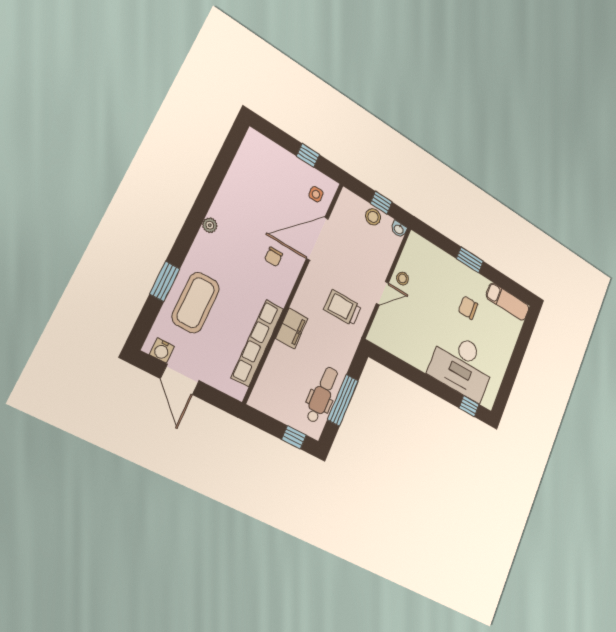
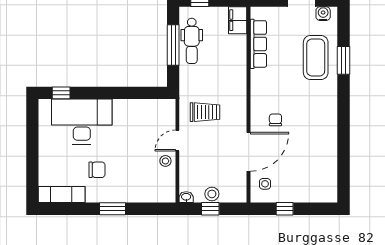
plant: (210, 225) -> (332, 116), removed
filing cabinet: (292, 328) -> (238, 20), moved
row of seats: (258, 343) -> (258, 44), width x0.73

